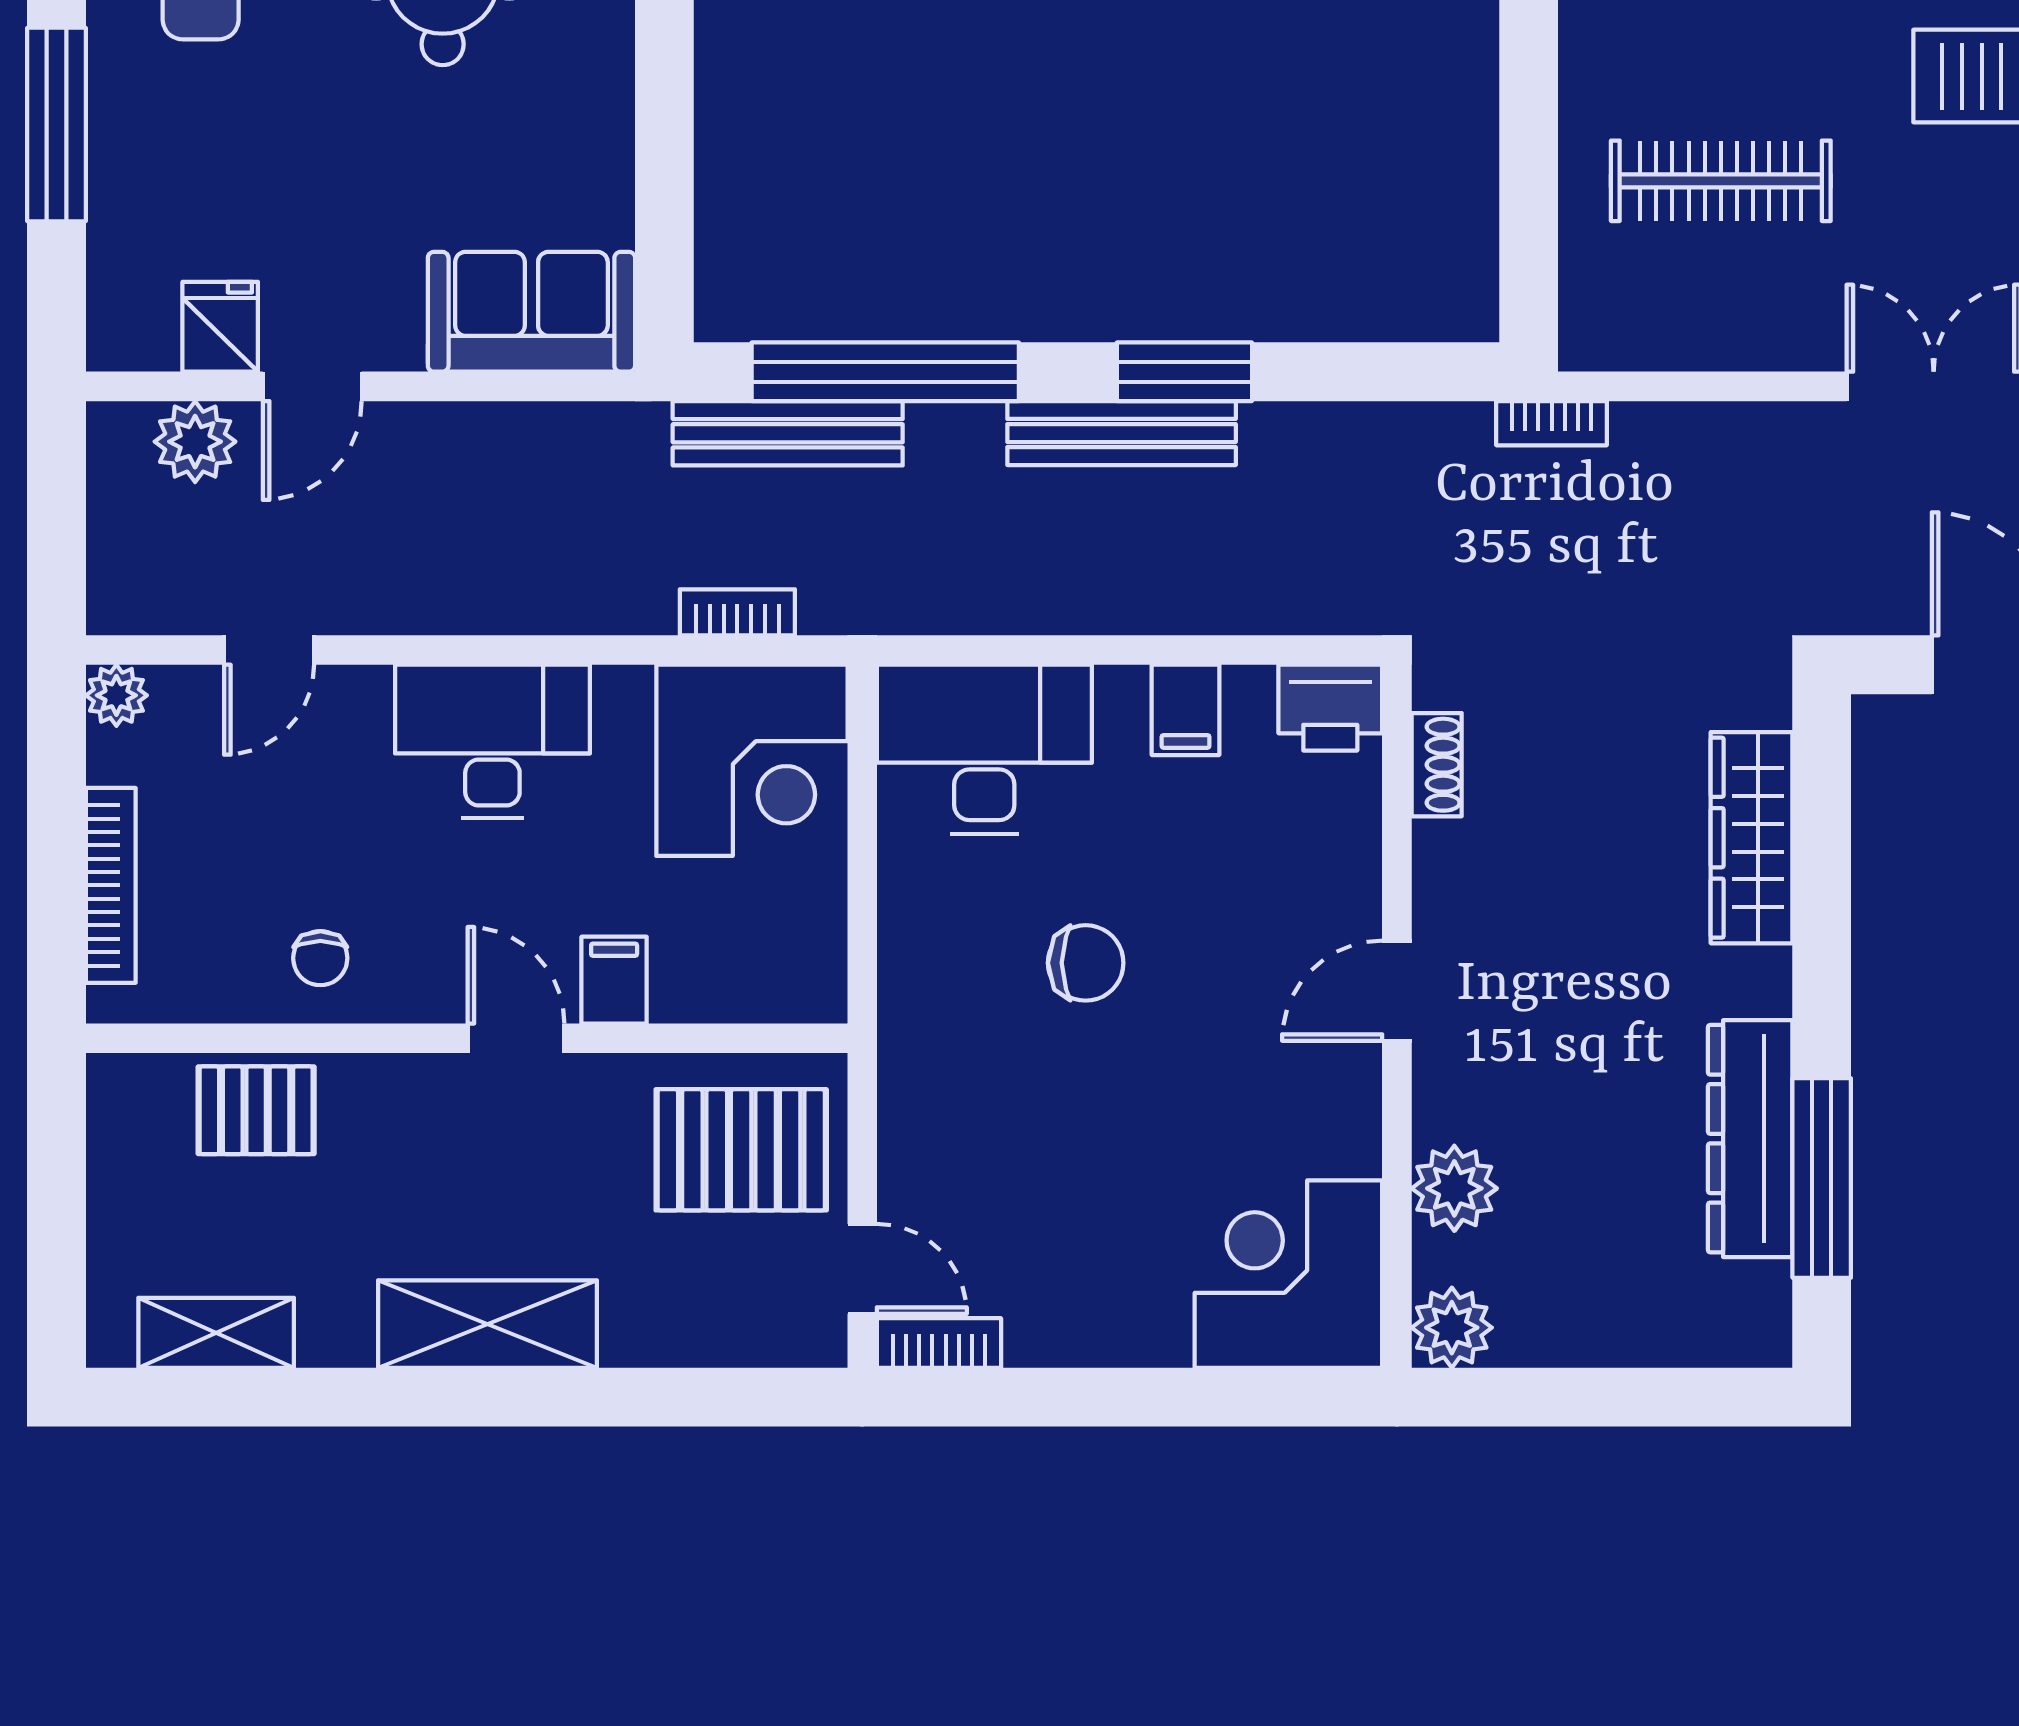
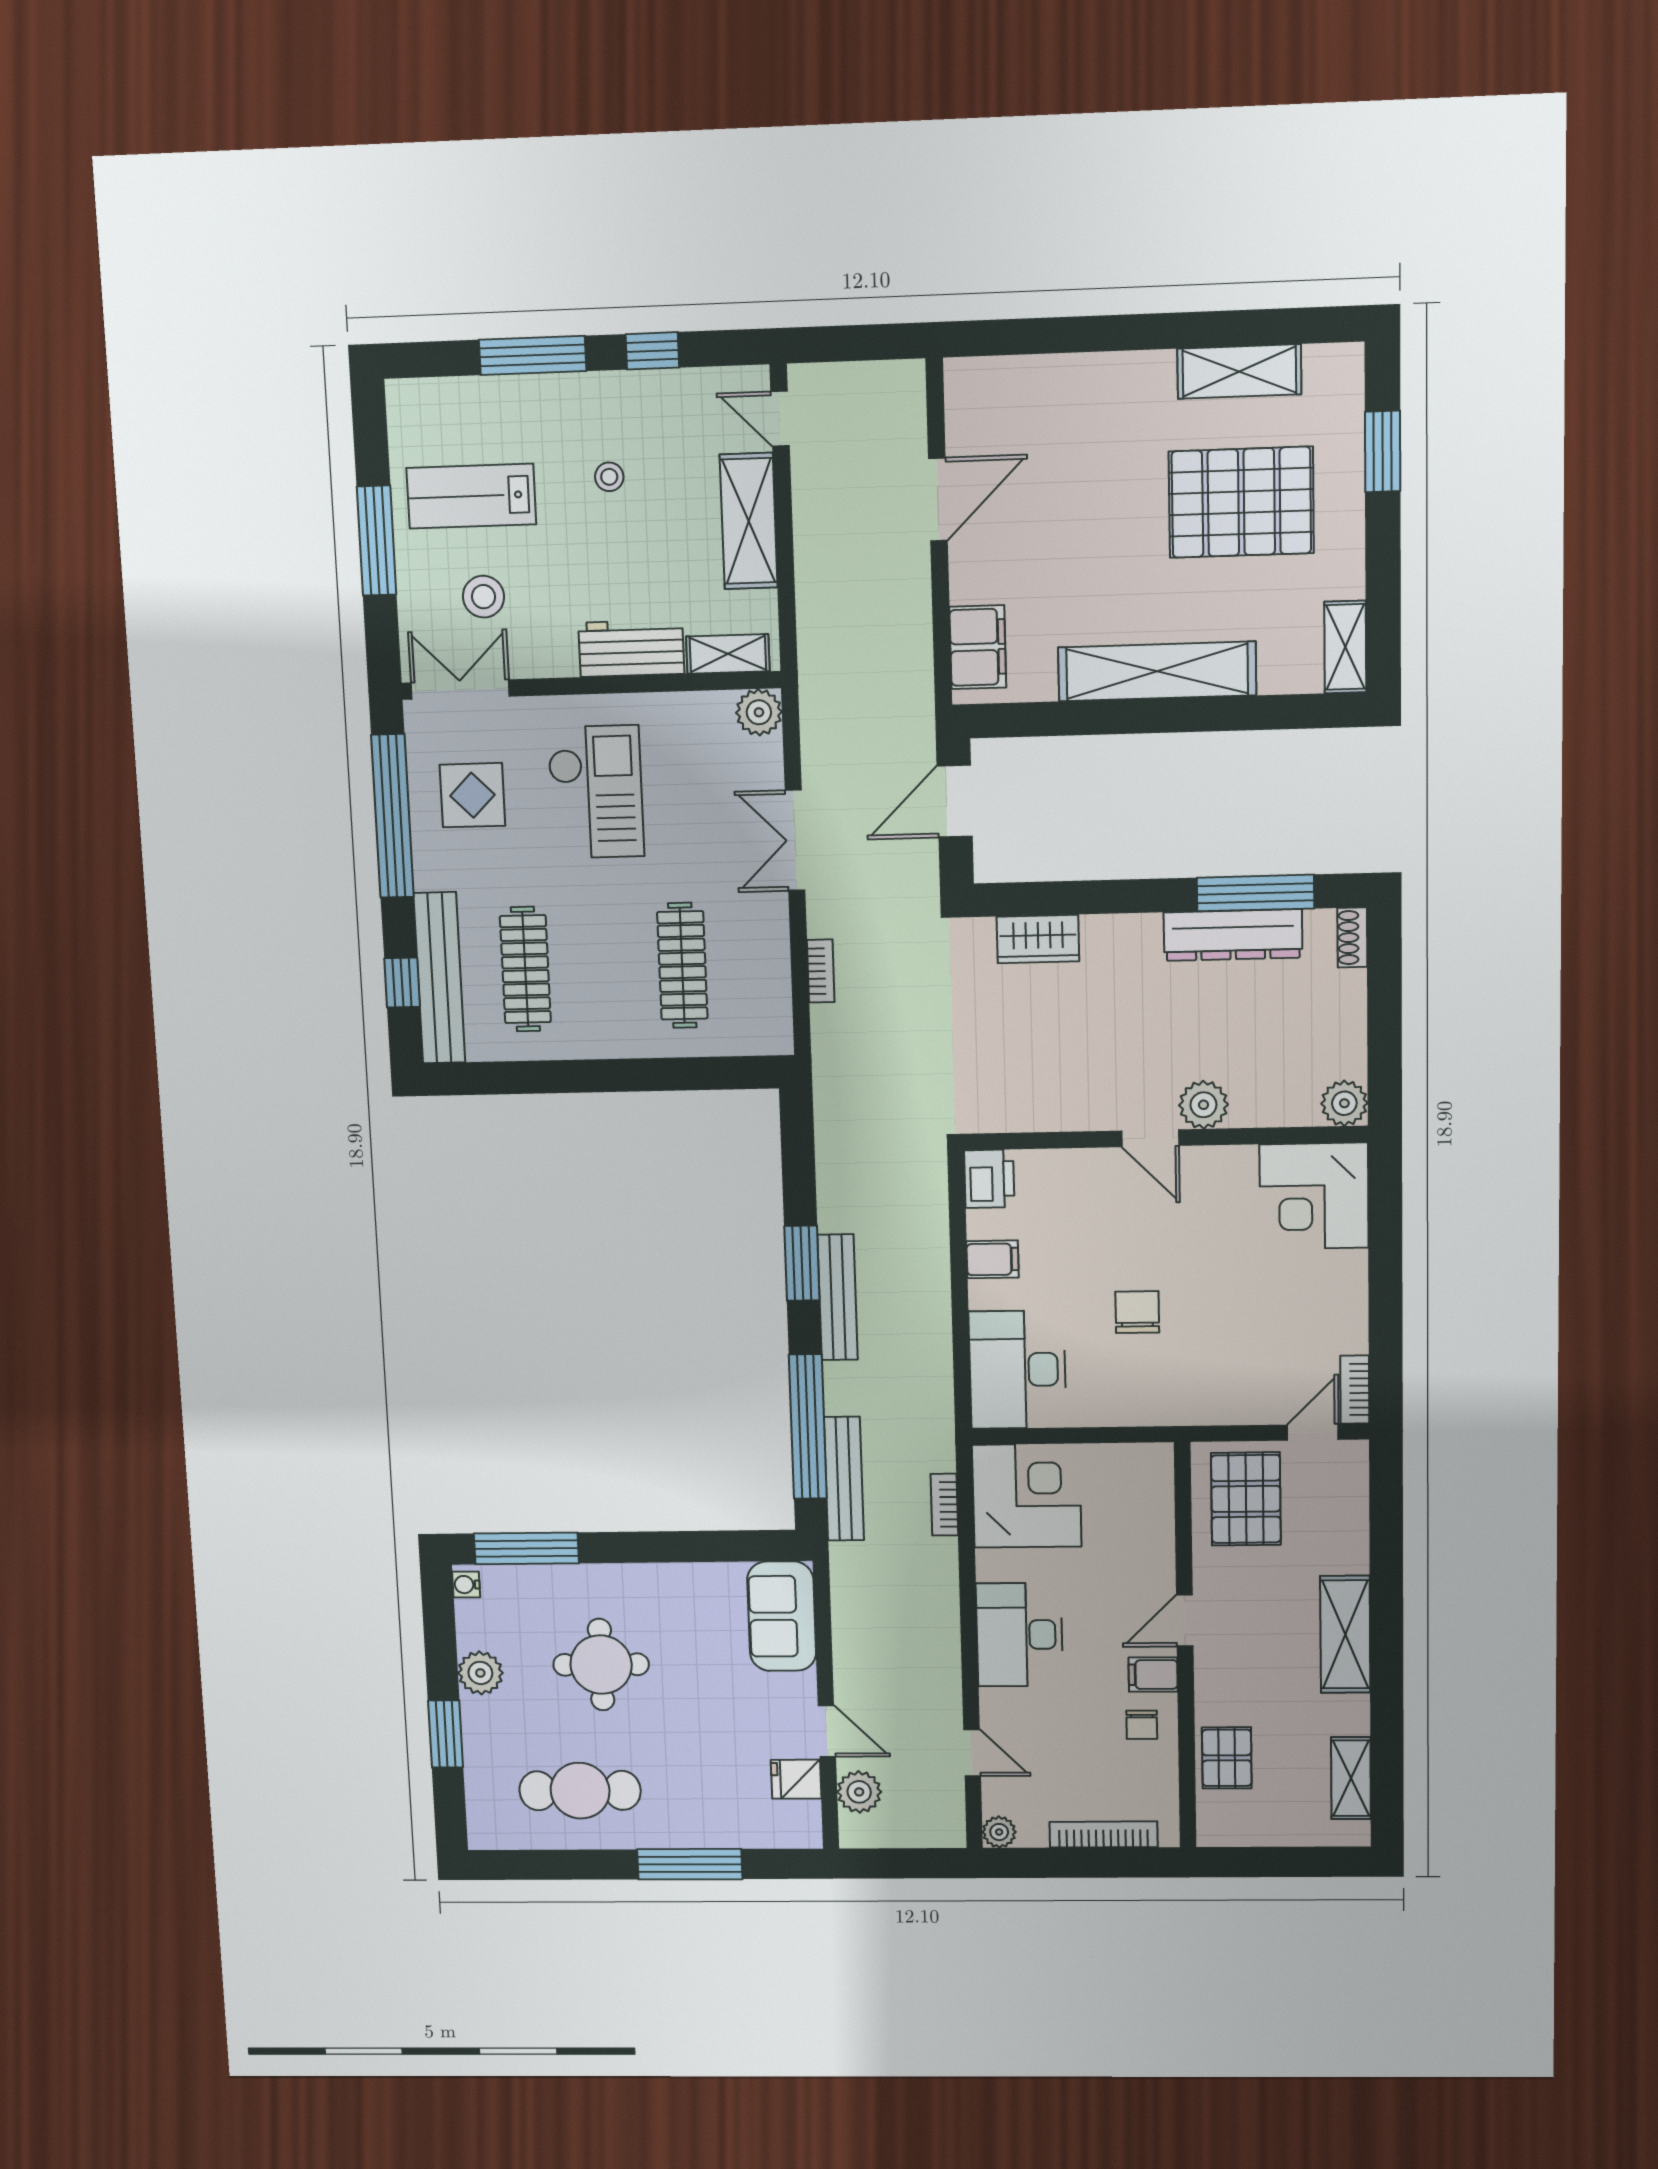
bookcase: (1552, 423) -> (821, 971), moved
shoe rack: (1437, 765) -> (1352, 937), moved, turned -90
wardrobe: (1752, 838) -> (1038, 939), width x0.67
chair: (320, 958) -> (1142, 1725), turned 90
filing cabinet: (614, 980) -> (1153, 1675), moved
plant: (1454, 1188) -> (1203, 1105), moved

